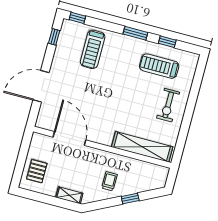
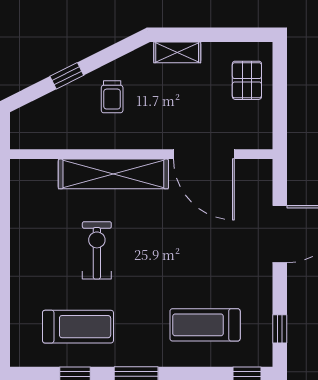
treadmill: (93, 49) -> (205, 325), turned -90
exercise bike: (168, 105) -> (97, 250), moved
shelving: (142, 147) -> (113, 174), moved

